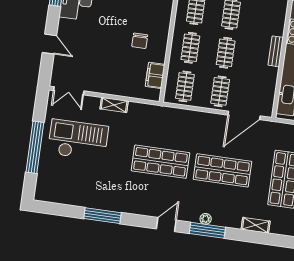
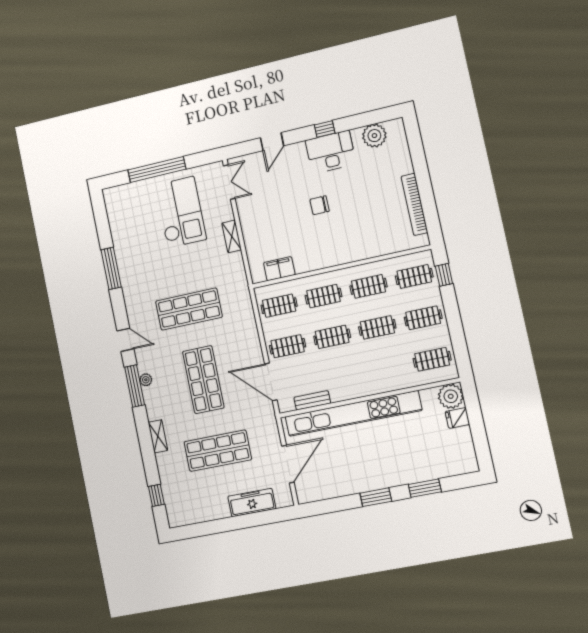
chair: (140, 41) -> (320, 205), moved
bench: (276, 51) -> (312, 400), moved
double door: (69, 91) -> (229, 182), swing flipped
shop shelf: (160, 162) -> (189, 309), turned 90

